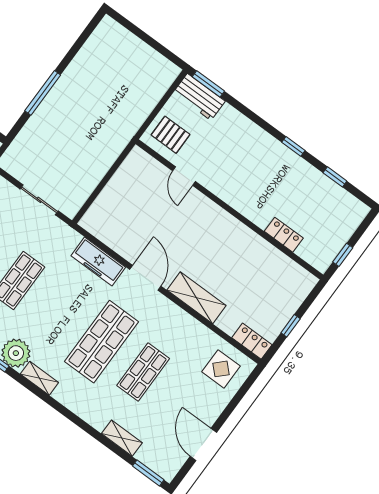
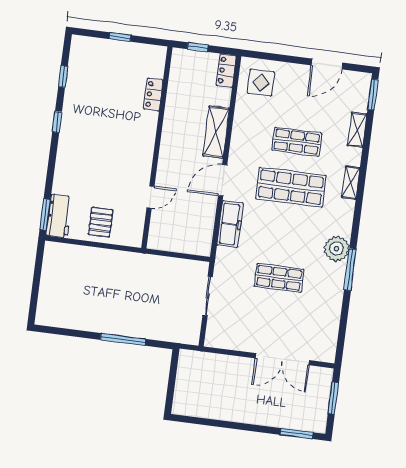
door: (184, 176) -> (151, 197), moved
wall: (229, 209) -> (157, 148), moved
locker: (284, 235) -> (153, 94), moved
shelving: (39, 378) -> (351, 183), moved

